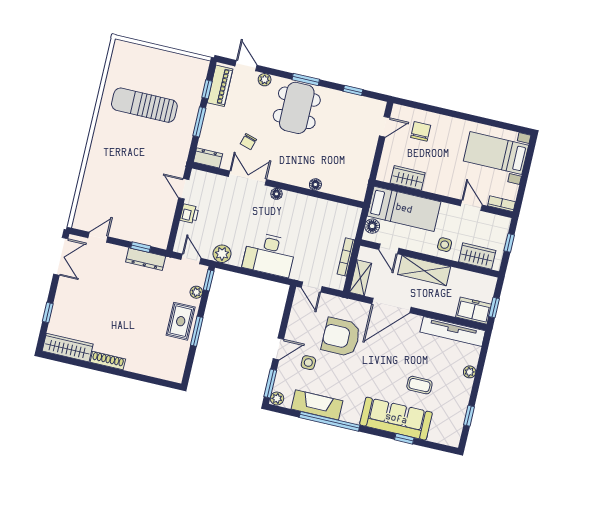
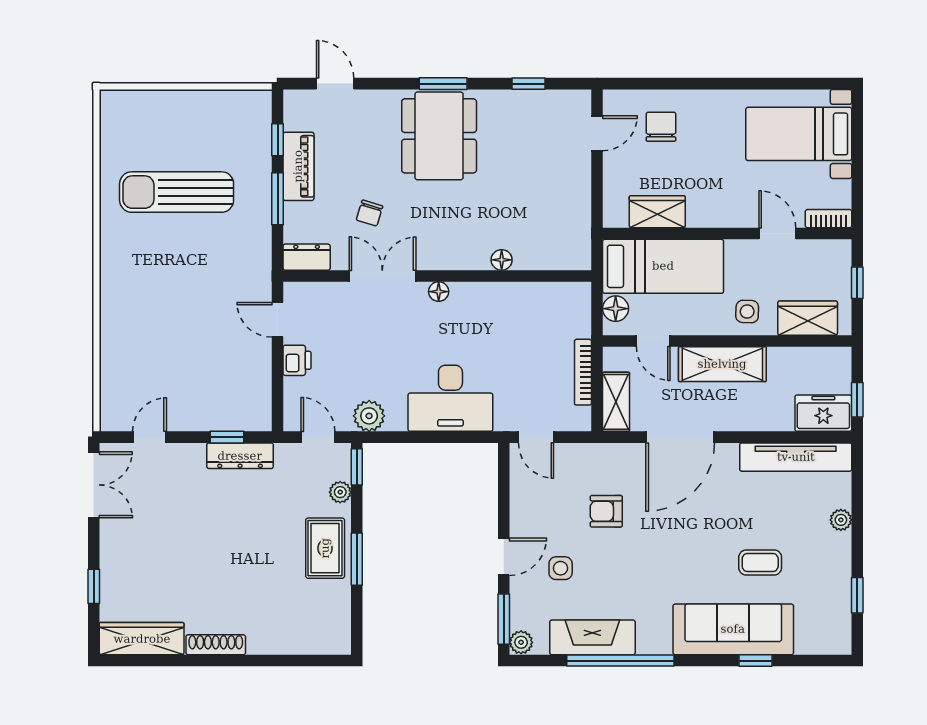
plant: (265, 80) -> (373, 100), removed
piano: (220, 86) -> (298, 166), moved
armchair: (341, 337) -> (606, 511), width x0.53, depth x0.53

